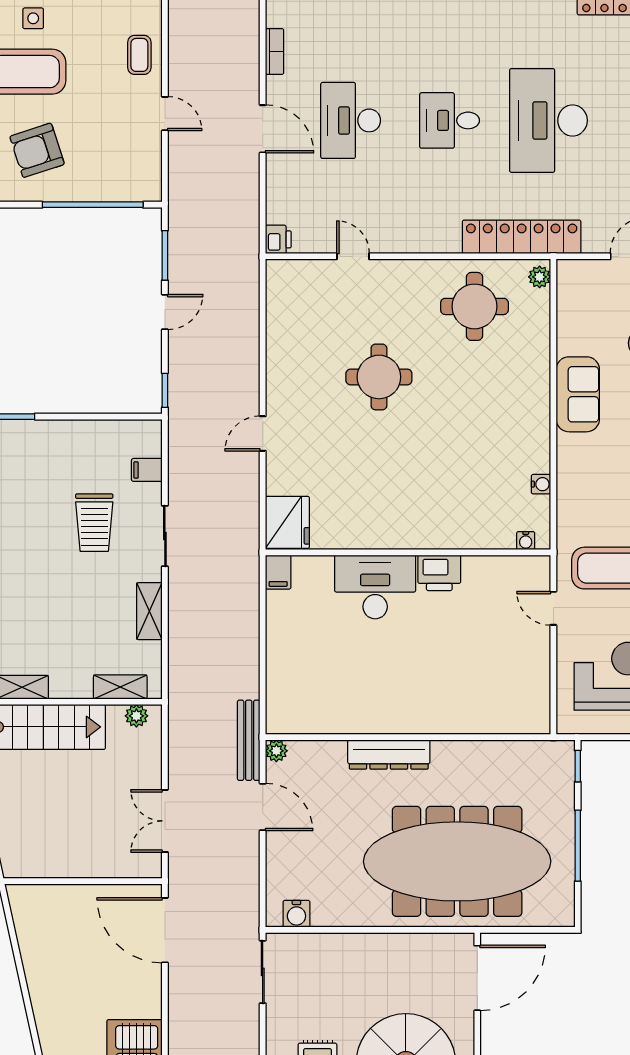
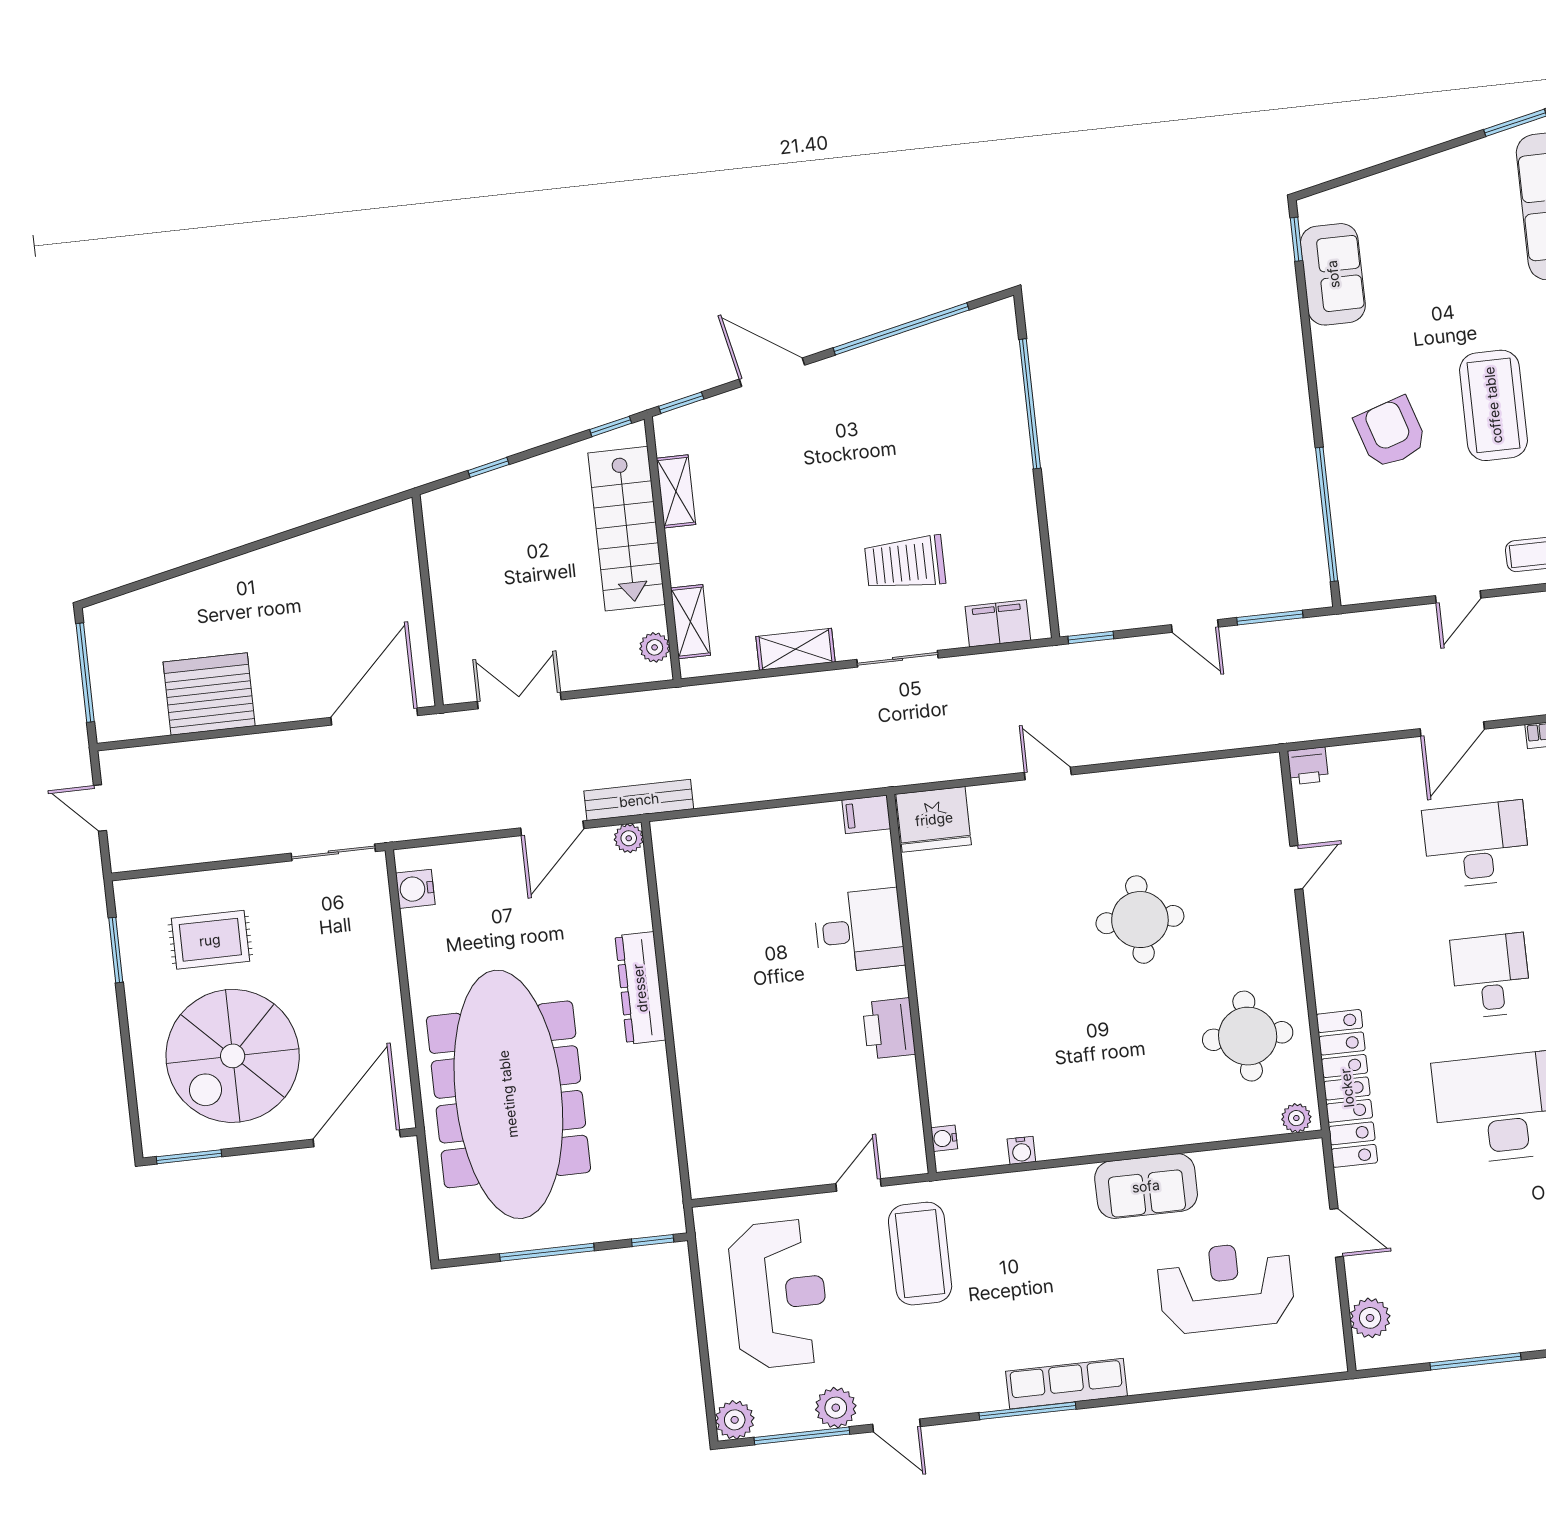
filing cabinet: (147, 470) -> (998, 623), width x2.00
desk: (375, 587) -> (859, 931), width x0.73
door: (477, 978) -> (357, 1138), swing flipped

